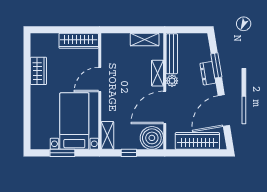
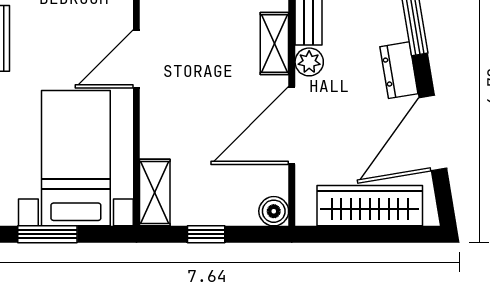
dresser: (208, 73) -> (399, 70), moved
boiler: (152, 138) -> (274, 211), width x0.54, depth x0.54

